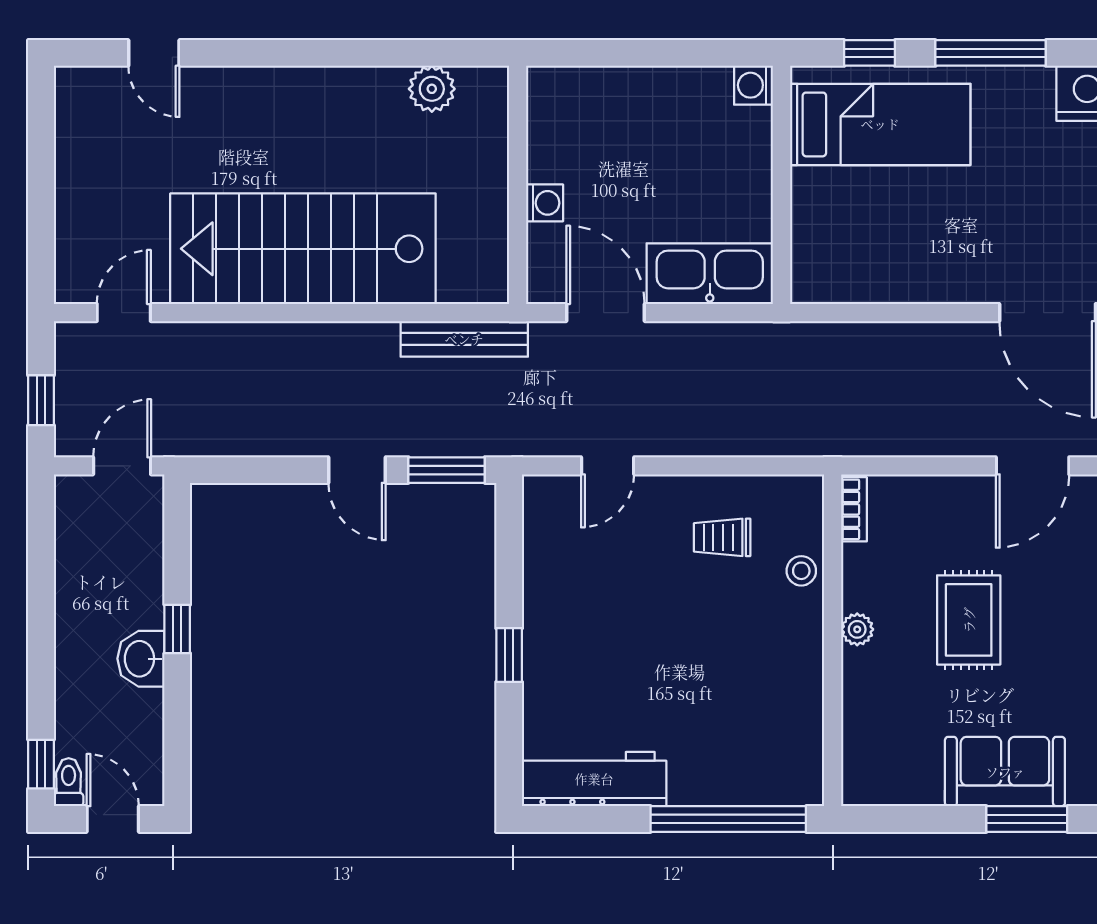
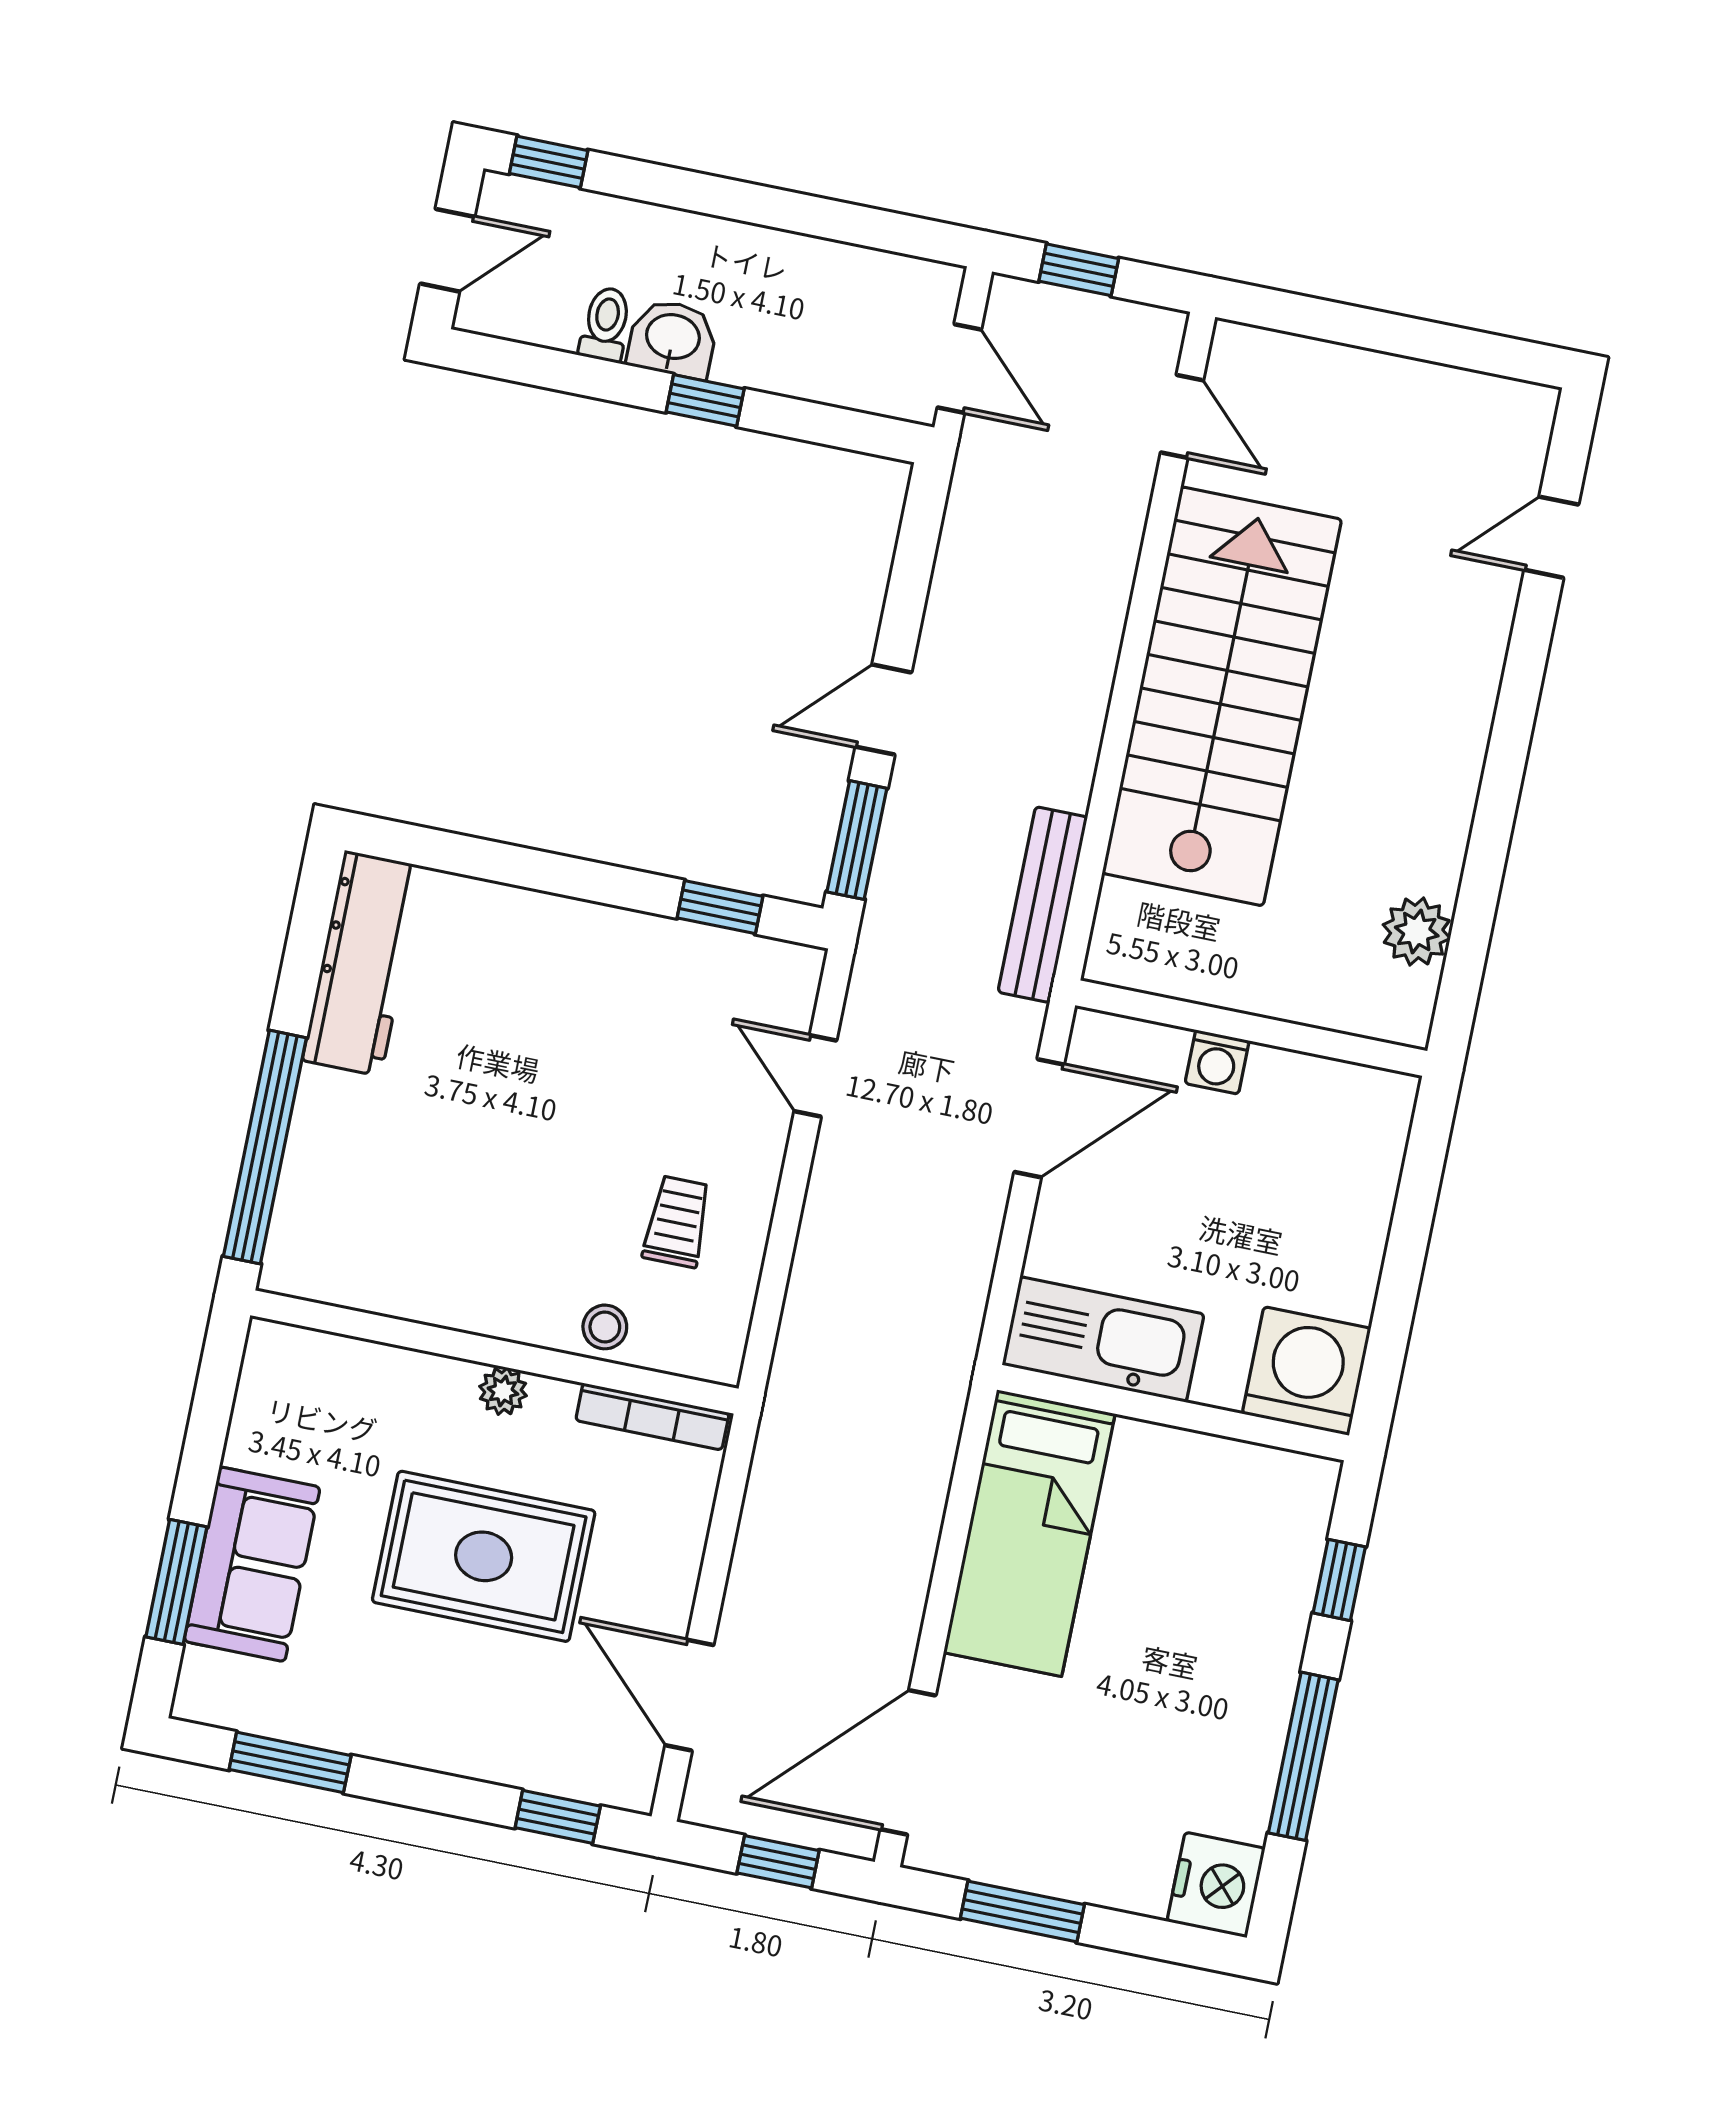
washing machine: (754, 85) -> (1307, 1371), width x1.89, depth x1.89
bed: (880, 124) -> (1029, 1533), moved
kitchen sink: (710, 274) -> (1103, 1339), moved, turned -90
bookcase: (854, 509) -> (652, 1417), width x1.56
rug: (969, 620) -> (484, 1556), width x1.36, depth x1.43
window: (509, 655) -> (720, 907), moved
toilet: (69, 782) -> (606, 324), moved, turned -90

